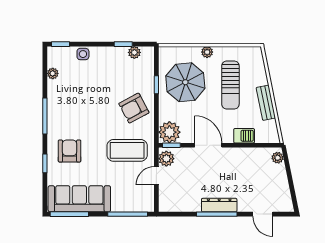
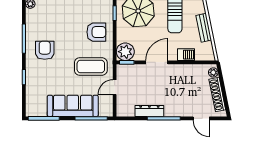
armchair: (134, 108) -> (96, 32), turned -152
door: (208, 145) -> (157, 62), hinge flipped
armchair: (70, 151) -> (45, 50), moved
plant: (166, 159) -> (123, 73), removed
shoe rack: (282, 185) -> (217, 95), added
sofa: (79, 199) -> (73, 106), moved
dresser: (219, 205) -> (149, 111), moved

